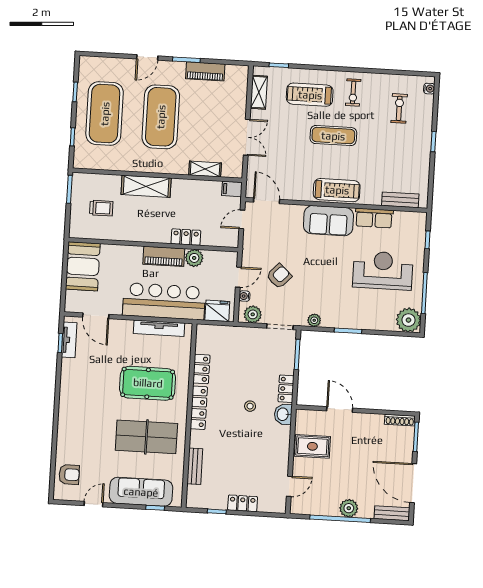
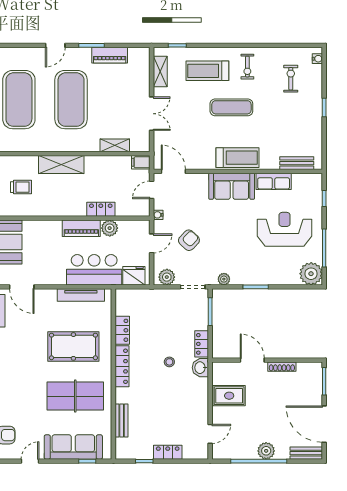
water cooler: (244, 296) -> (158, 215), moved
bar counter: (164, 301) -> (94, 270), width x0.73
shoe rack: (400, 420) -> (282, 367), moved

